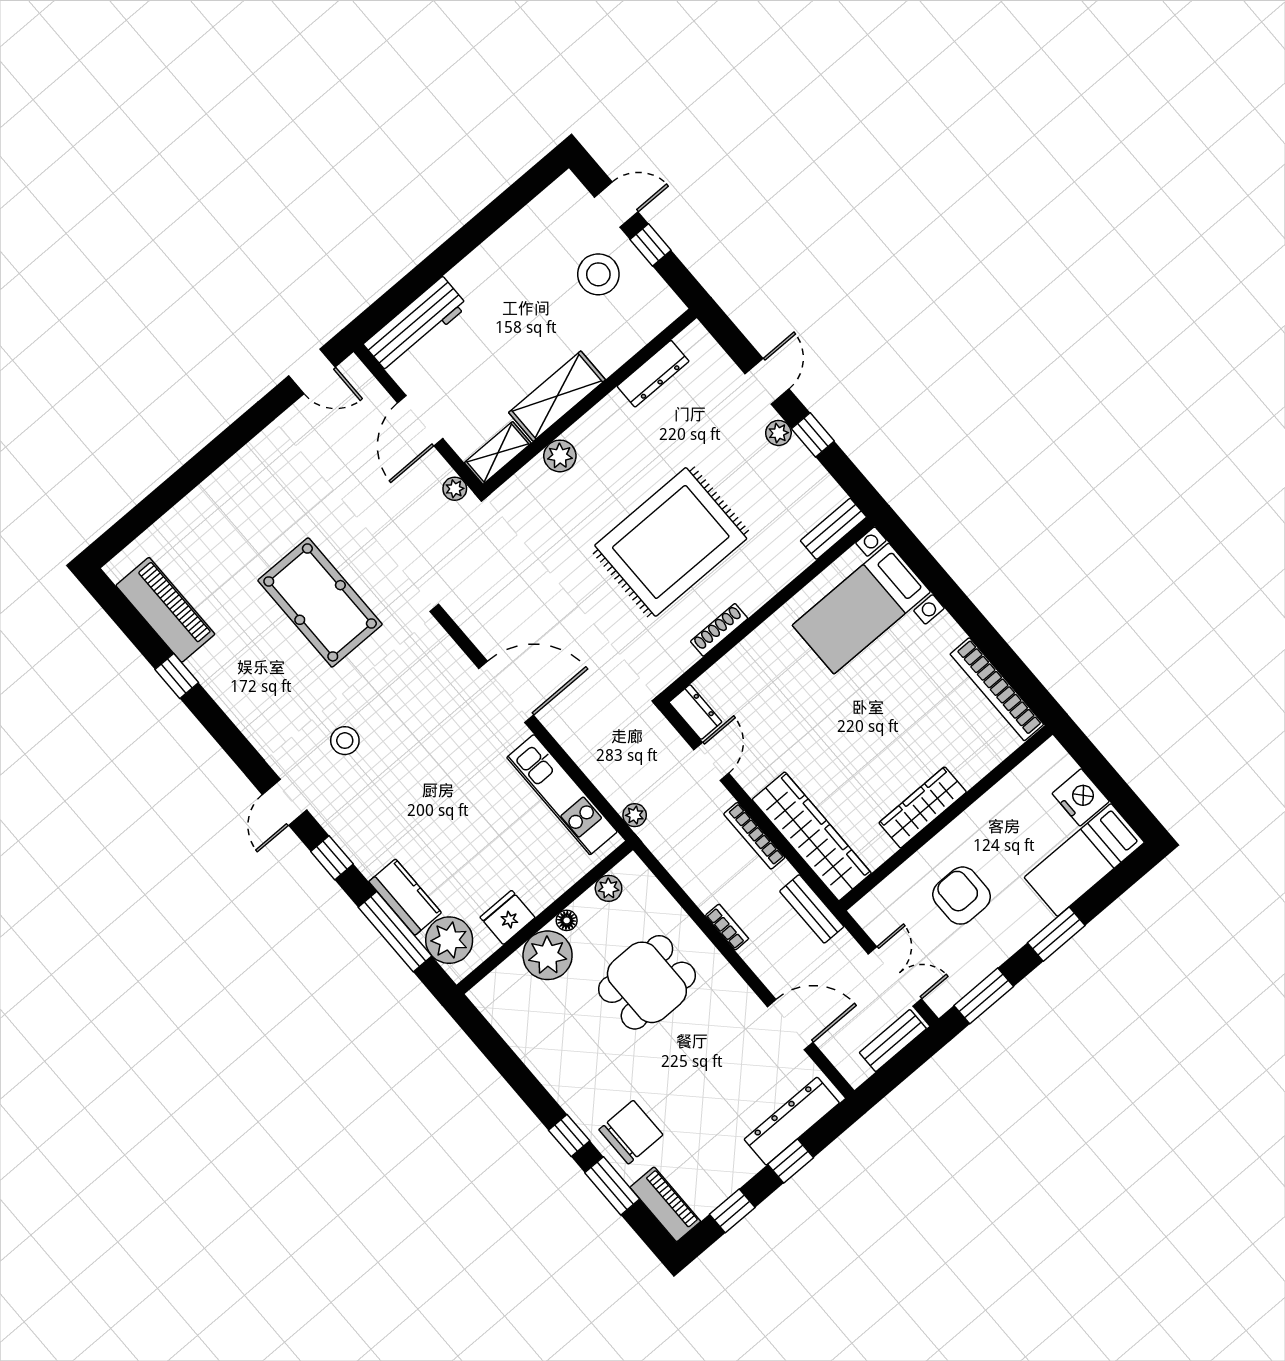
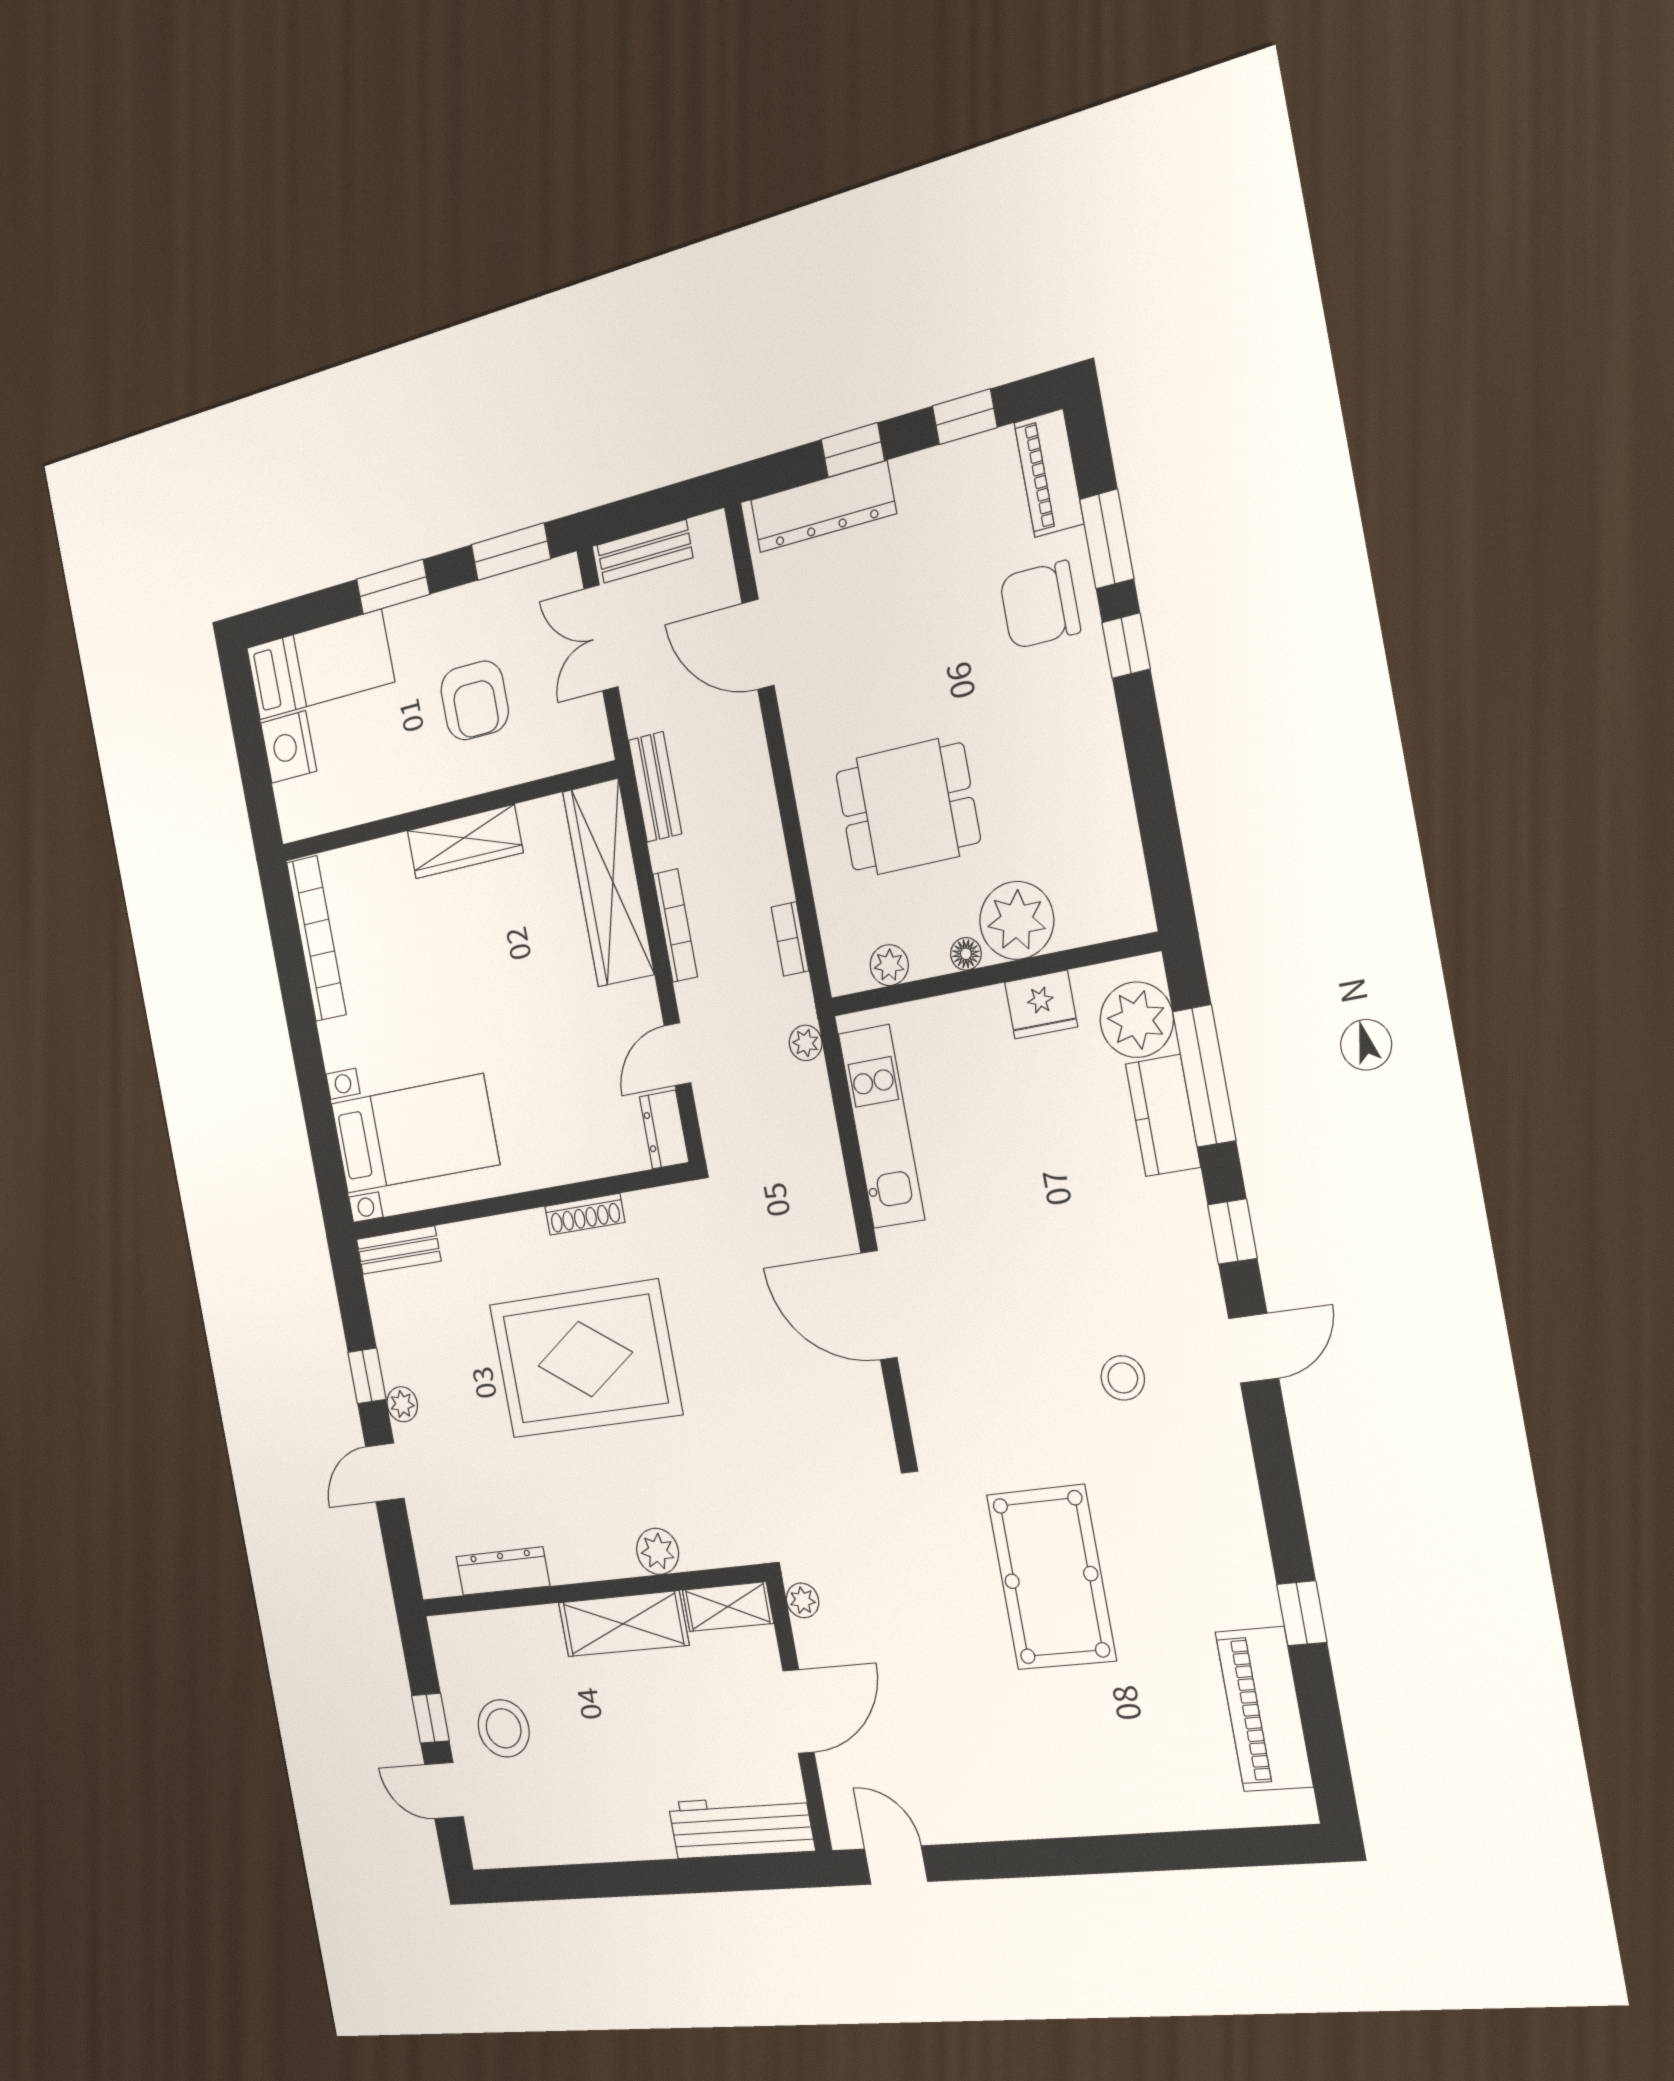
bookcase: (727, 927) -> (790, 939), moved

